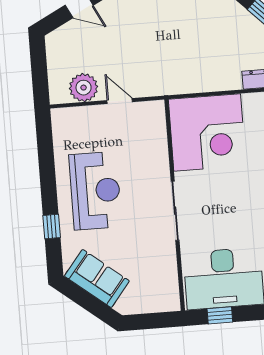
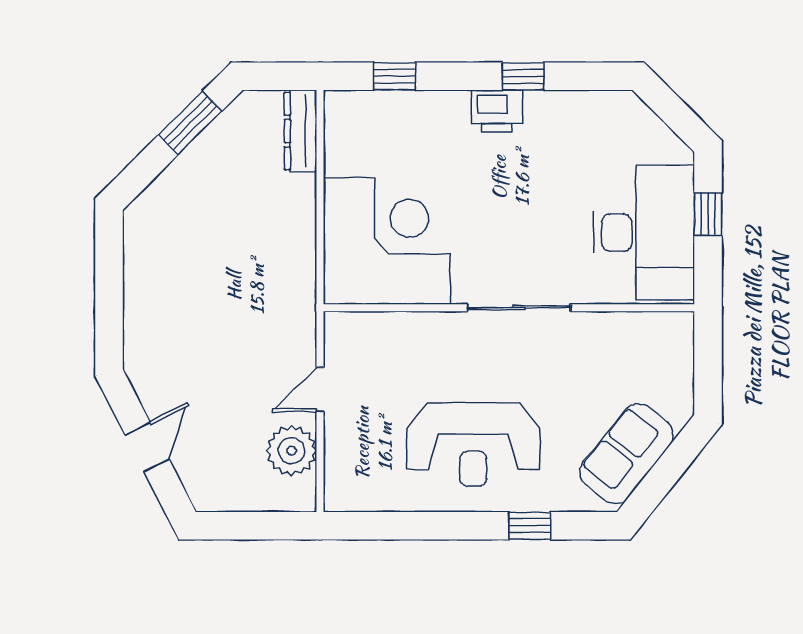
reception desk: (95, 191) -> (473, 444), turned 180
window: (220, 315) -> (708, 214), moved

